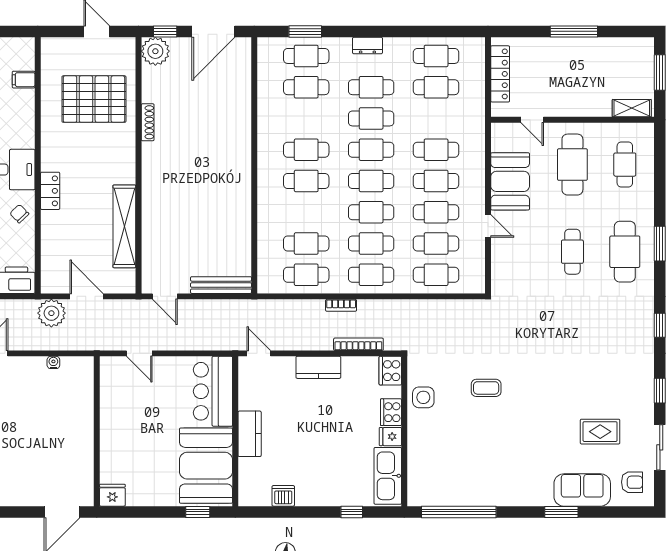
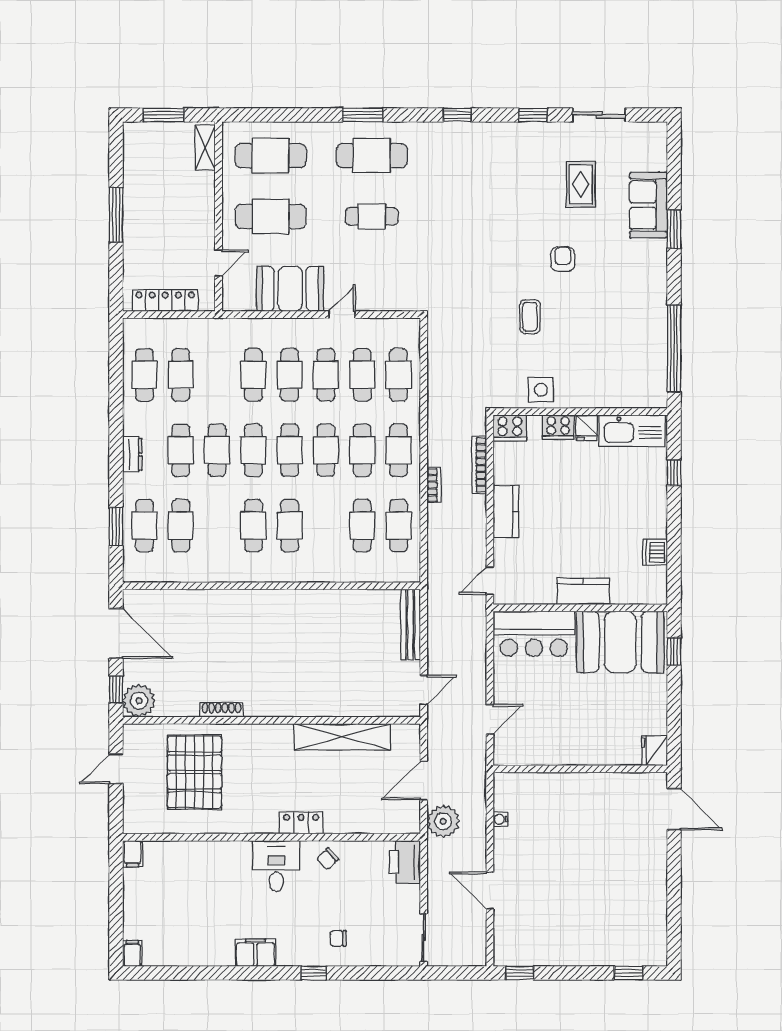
filing cabinet: (24, 80) -> (132, 854), moved
cafe table: (625, 165) -> (271, 156), width x1.37, depth x1.35
armchair: (632, 482) -> (563, 259), moved

